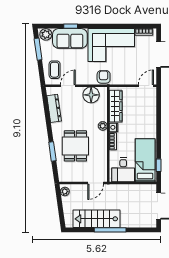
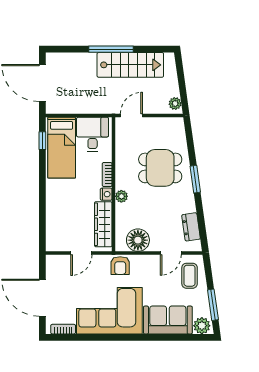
window: (71, 26) -> (167, 337), removed
door: (146, 86) -> (81, 253), moved
dresser: (54, 108) -> (191, 227), width x0.70
dining table: (75, 146) -> (160, 168), turned 90
window: (52, 151) -> (195, 179), moved

